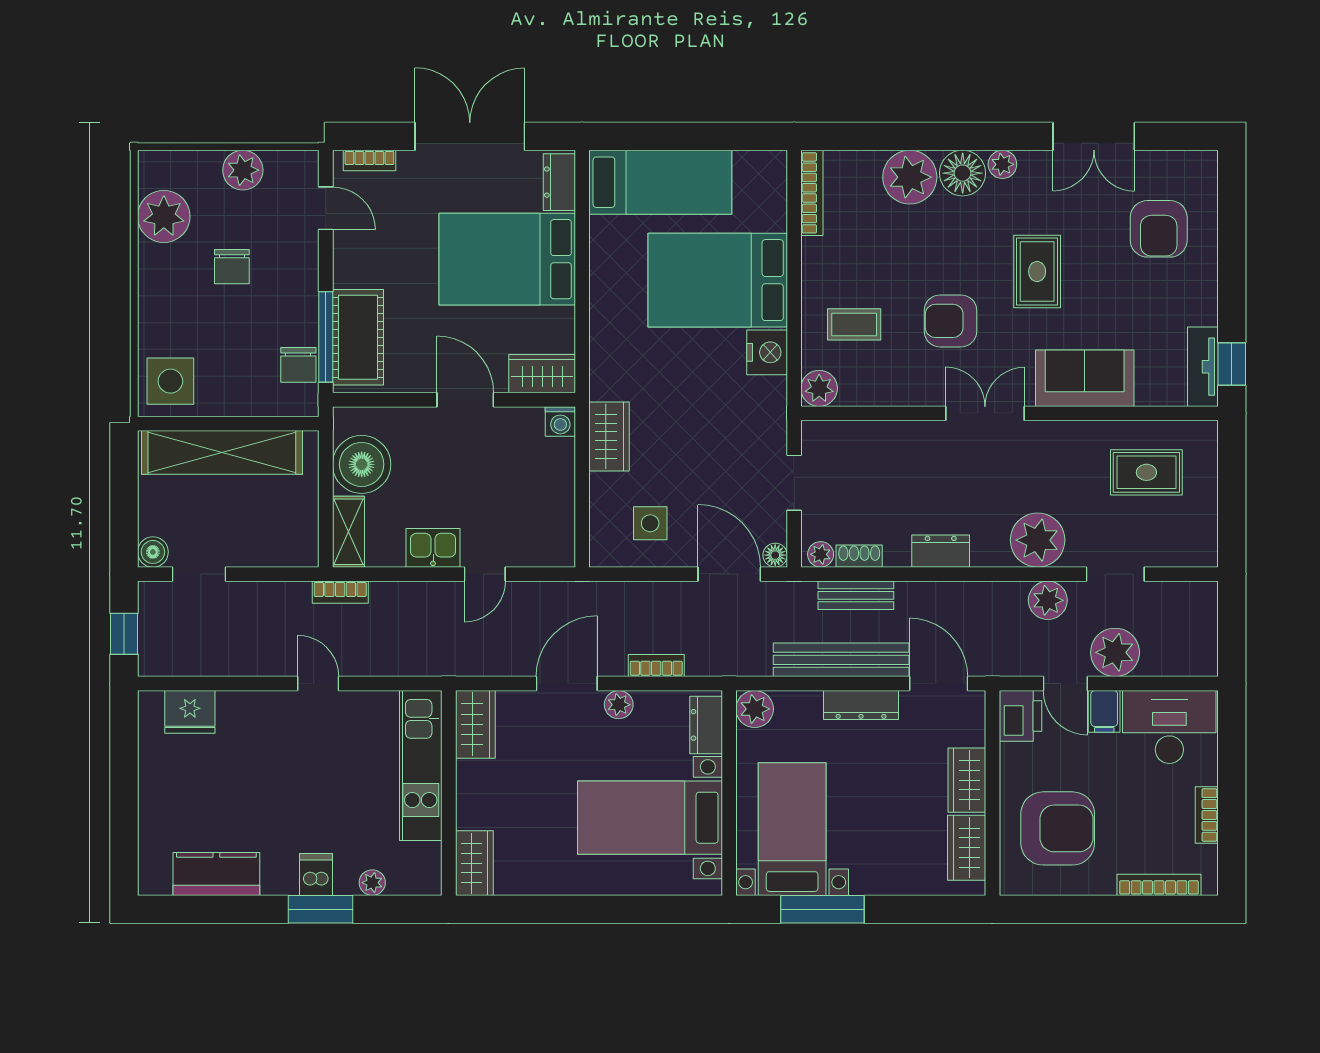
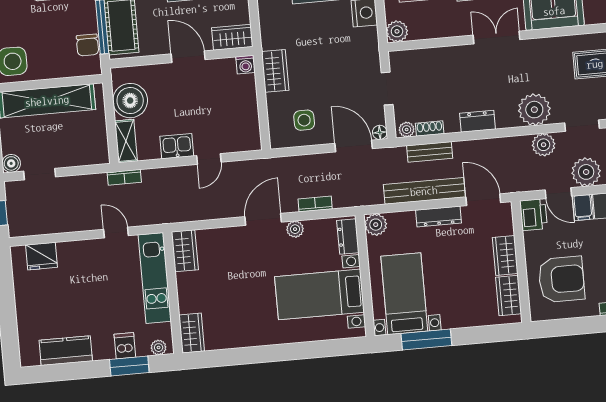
wardrobe: (475, 724) -> (185, 251), moved
kitchen unit: (421, 765) -> (155, 278), moved
wall: (449, 793) -> (173, 293), moved
wardrobe: (474, 863) -> (192, 333), moved

